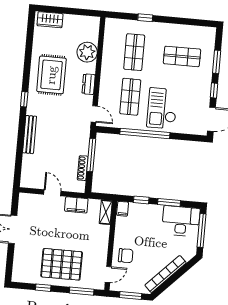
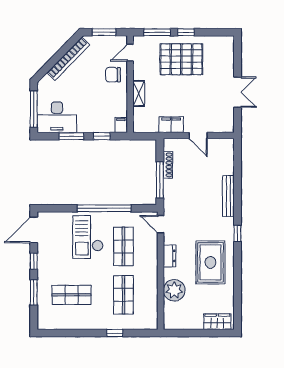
checkout: (162, 108) -> (88, 237), turned 180
shelving: (106, 212) -> (139, 93), moved
window: (43, 288) -> (186, 32), moved

